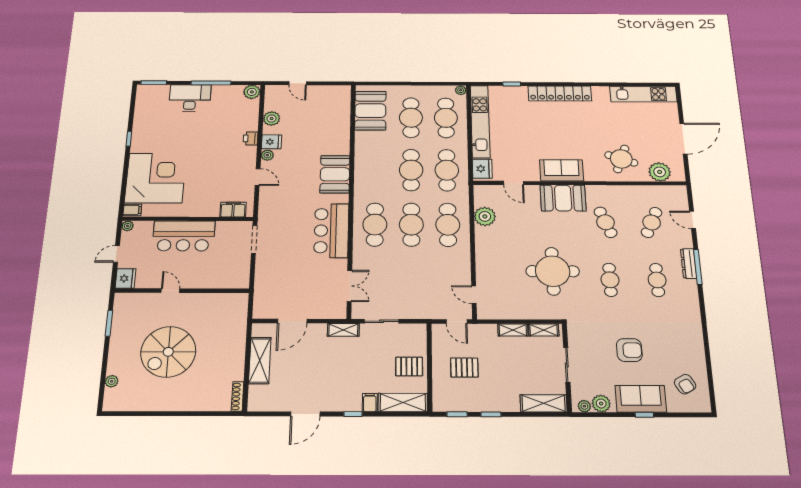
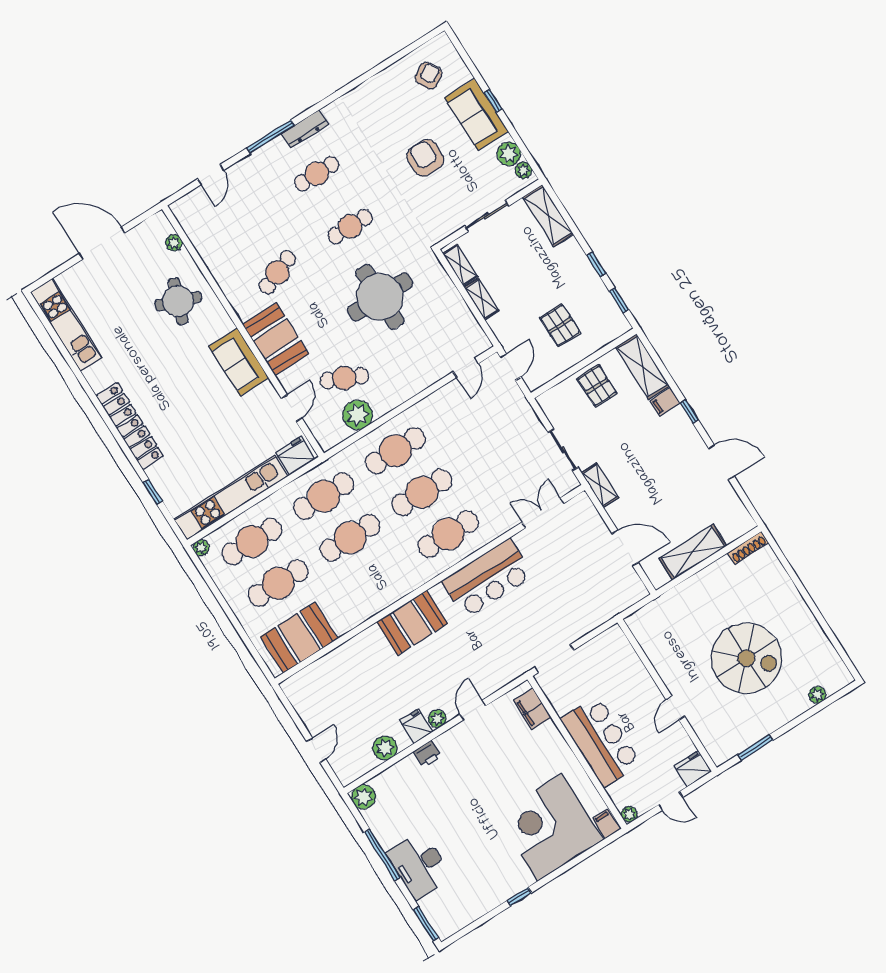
plant: (660, 172) -> (174, 243), width x0.53, depth x0.53
cafe table: (652, 222) -> (344, 378), moved
dresser: (689, 264) -> (305, 129), moved

